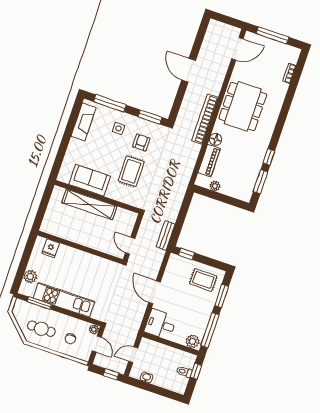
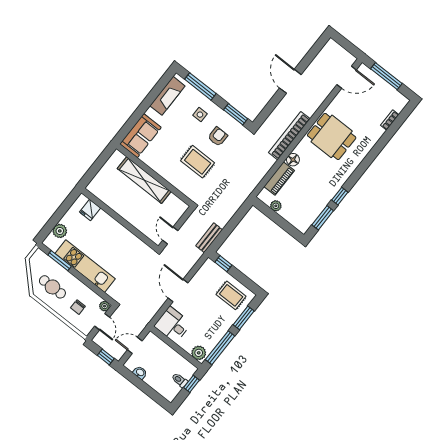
dining table: (243, 106) -> (332, 136), width x0.73
rug: (131, 171) -> (198, 162), turned 90
sofa: (90, 180) -> (140, 136), moved, turned 90

